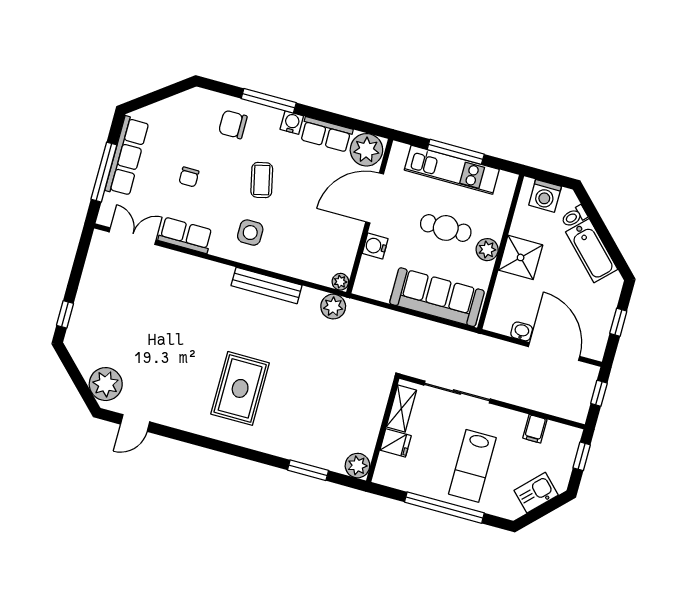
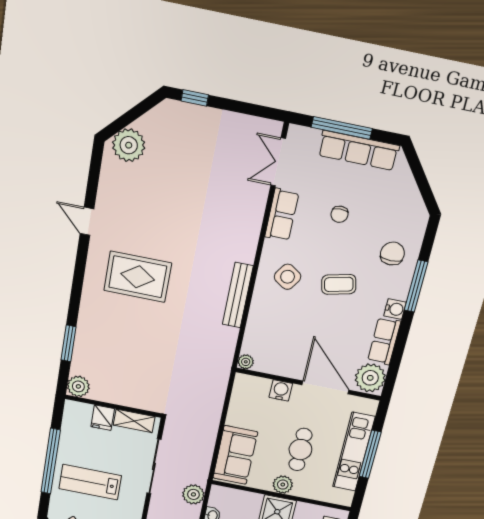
chair: (189, 177) -> (339, 214), turned -90
side table: (250, 233) -> (288, 277), turned 33
double door: (133, 236) -> (278, 162), swing flipped
sofa: (437, 297) -> (235, 455), width x0.73
plant: (333, 307) -> (193, 494), moved
door: (135, 423) -> (87, 221), moved

